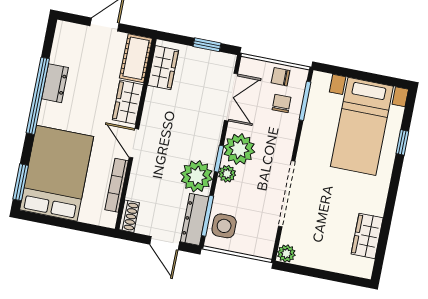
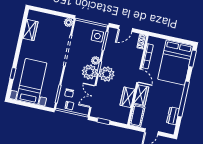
wardrobe: (163, 68) -> (127, 97), moved
dresser: (55, 83) -> (173, 116), moved
plant: (197, 176) -> (107, 74), moved
dresser: (195, 219) -> (111, 39), removed
door: (165, 243) -> (125, 29), swing flipped

